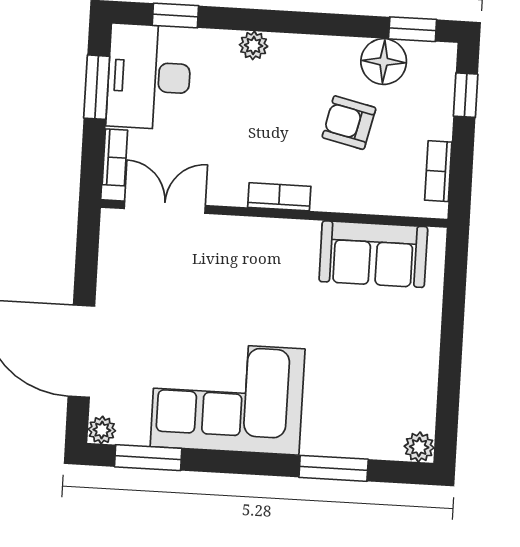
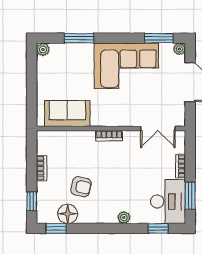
bookcase: (279, 197) -> (109, 136), moved
double door: (165, 207) -> (158, 129), moved
wall: (274, 213) -> (111, 129), moved
sofa: (373, 254) -> (67, 114), moved

